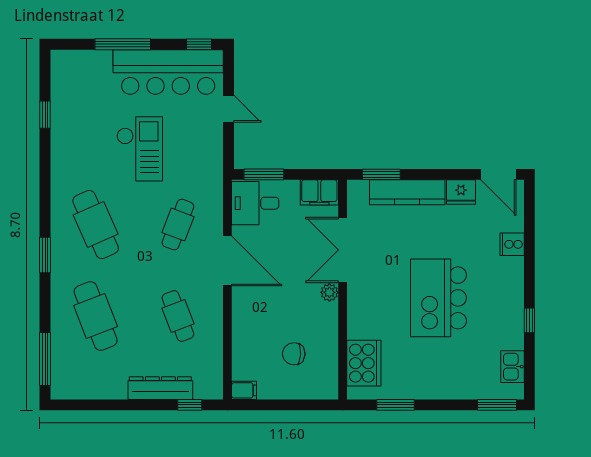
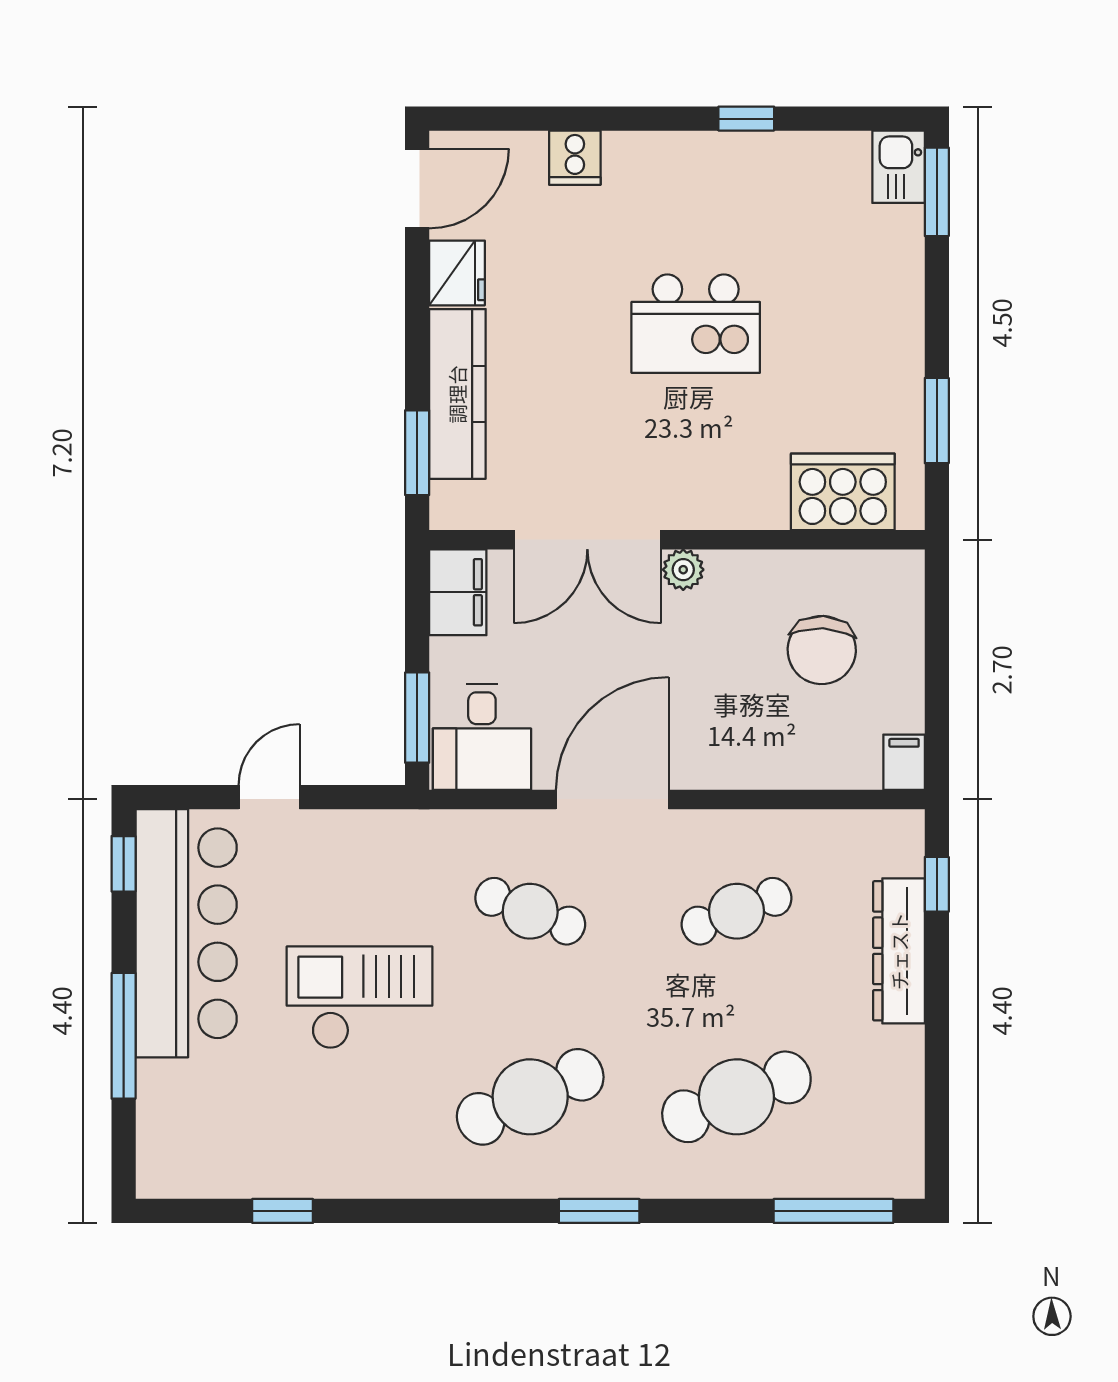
kitchen island: (438, 298) -> (696, 324), width x0.73, depth x0.78
chair: (294, 354) -> (822, 650), width x1.37, depth x1.37
kitchen sink: (512, 367) -> (899, 167), moved, turned 90

